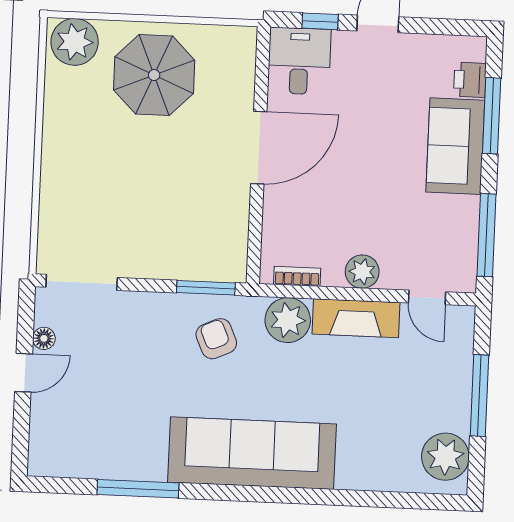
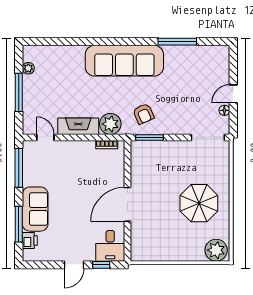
parasol: (154, 75) -> (199, 203), moved
plant: (362, 272) -> (76, 148), removed
plant: (445, 457) -> (28, 68), width x0.53, depth x0.53

